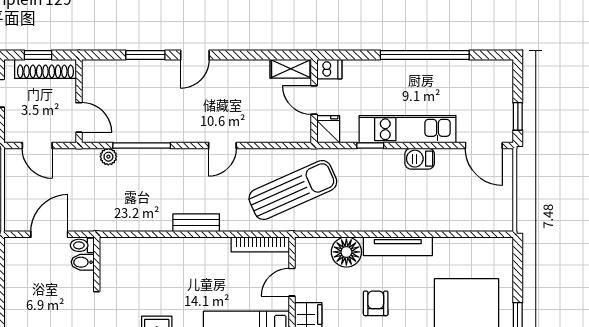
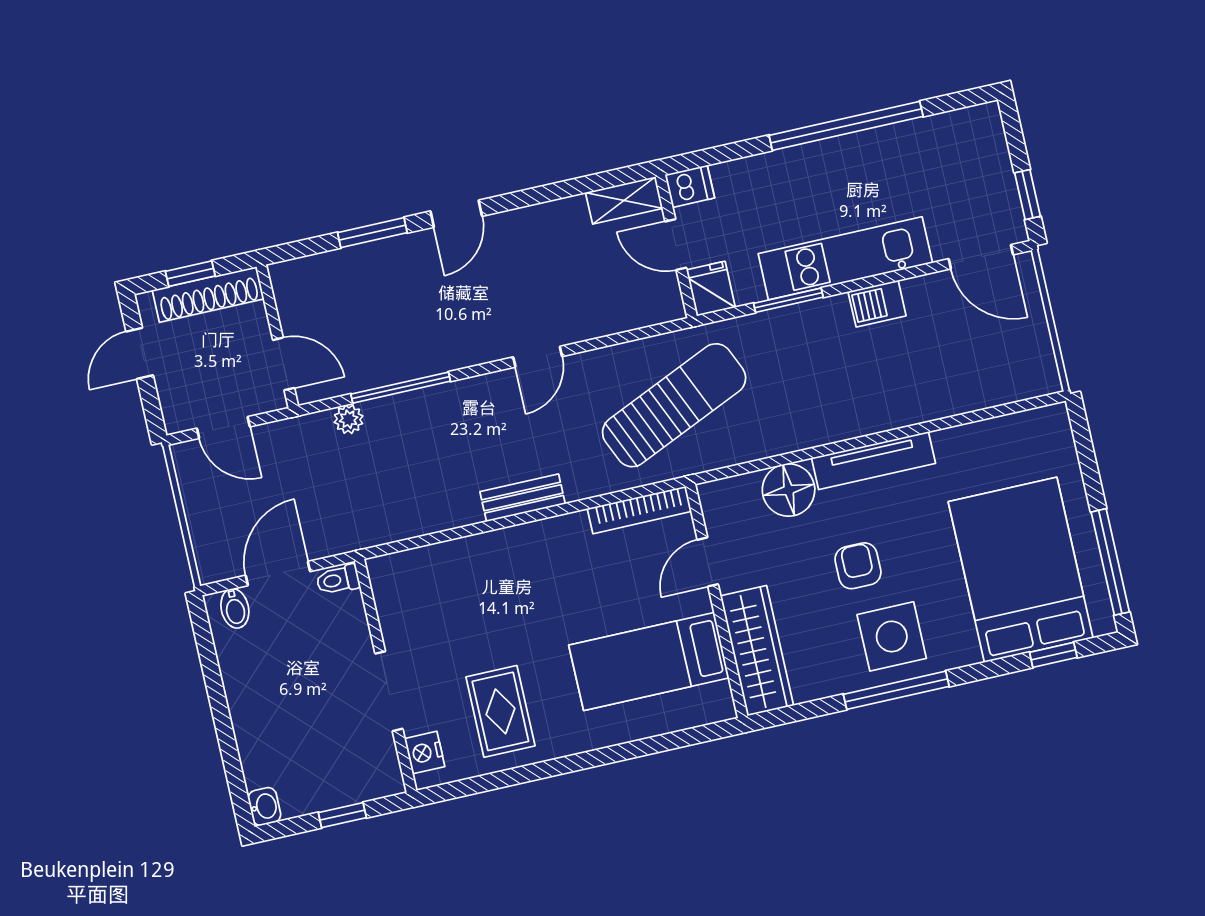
window: (370, 145) -> (788, 300), width x1.50
bidet: (83, 262) -> (235, 608), moved, turned -90

